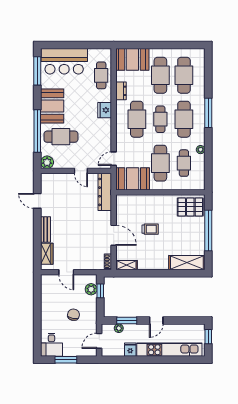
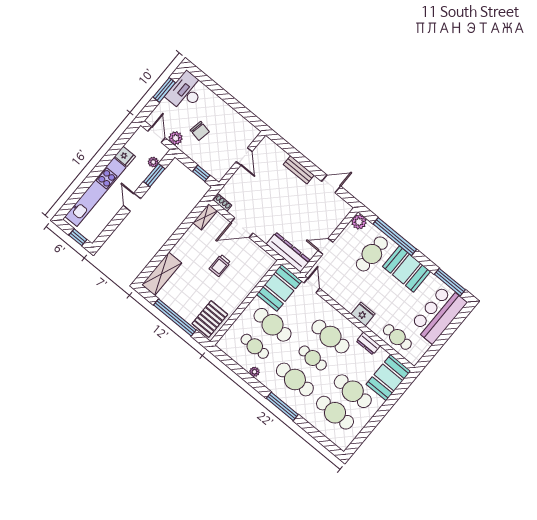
wardrobe: (47, 254) -> (276, 153), removed
door: (66, 272) -> (244, 156), swing flipped
plant: (91, 289) -> (176, 138), moved
desk: (51, 345) -> (186, 92), width x1.37

